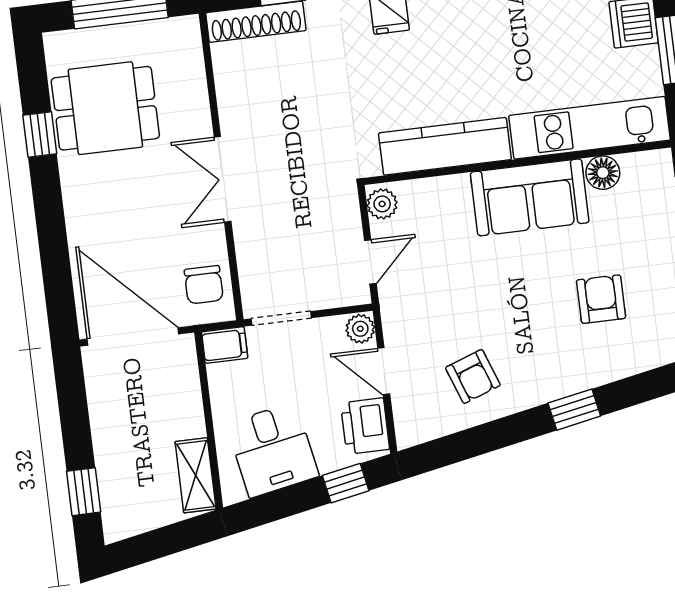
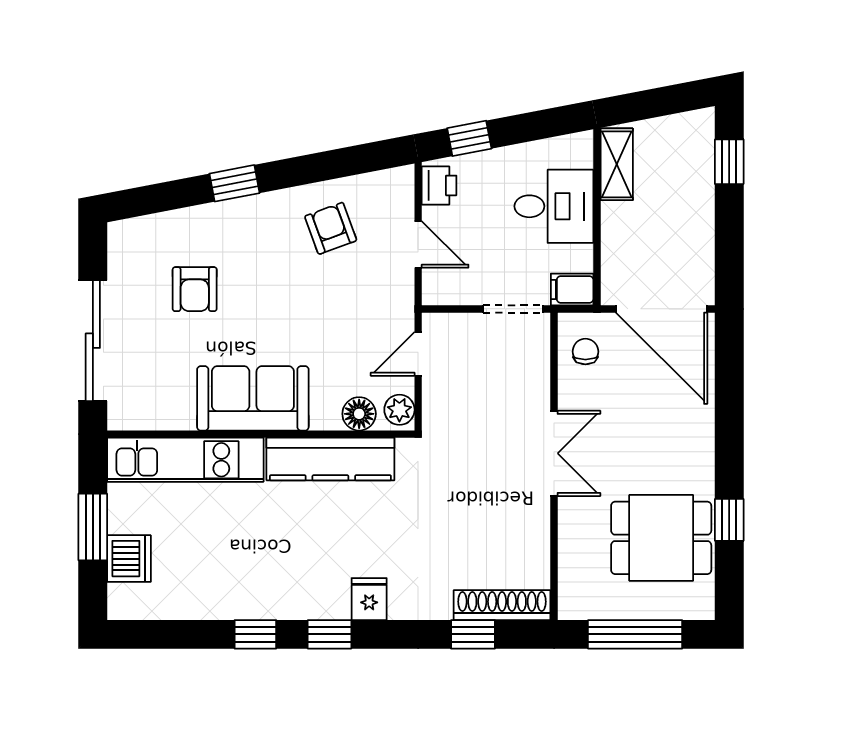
floor lamp: (603, 173) -> (359, 414), moved
chair: (204, 285) -> (585, 352), width x0.73, depth x0.73
plant: (360, 329) -> (436, 289), removed
printer: (365, 426) -> (439, 185), width x0.73, depth x0.81
desk: (273, 450) -> (554, 206), moved, turned 101

